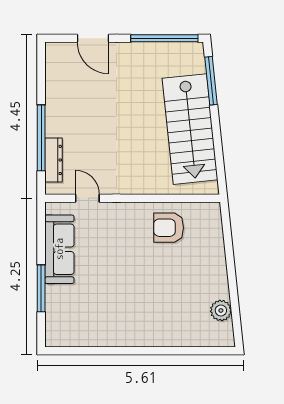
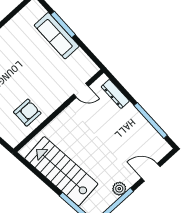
plant: (144, 52) -> (119, 189), added
window: (41, 138) -> (151, 120), moved
sofa: (59, 249) -> (57, 36), moved

